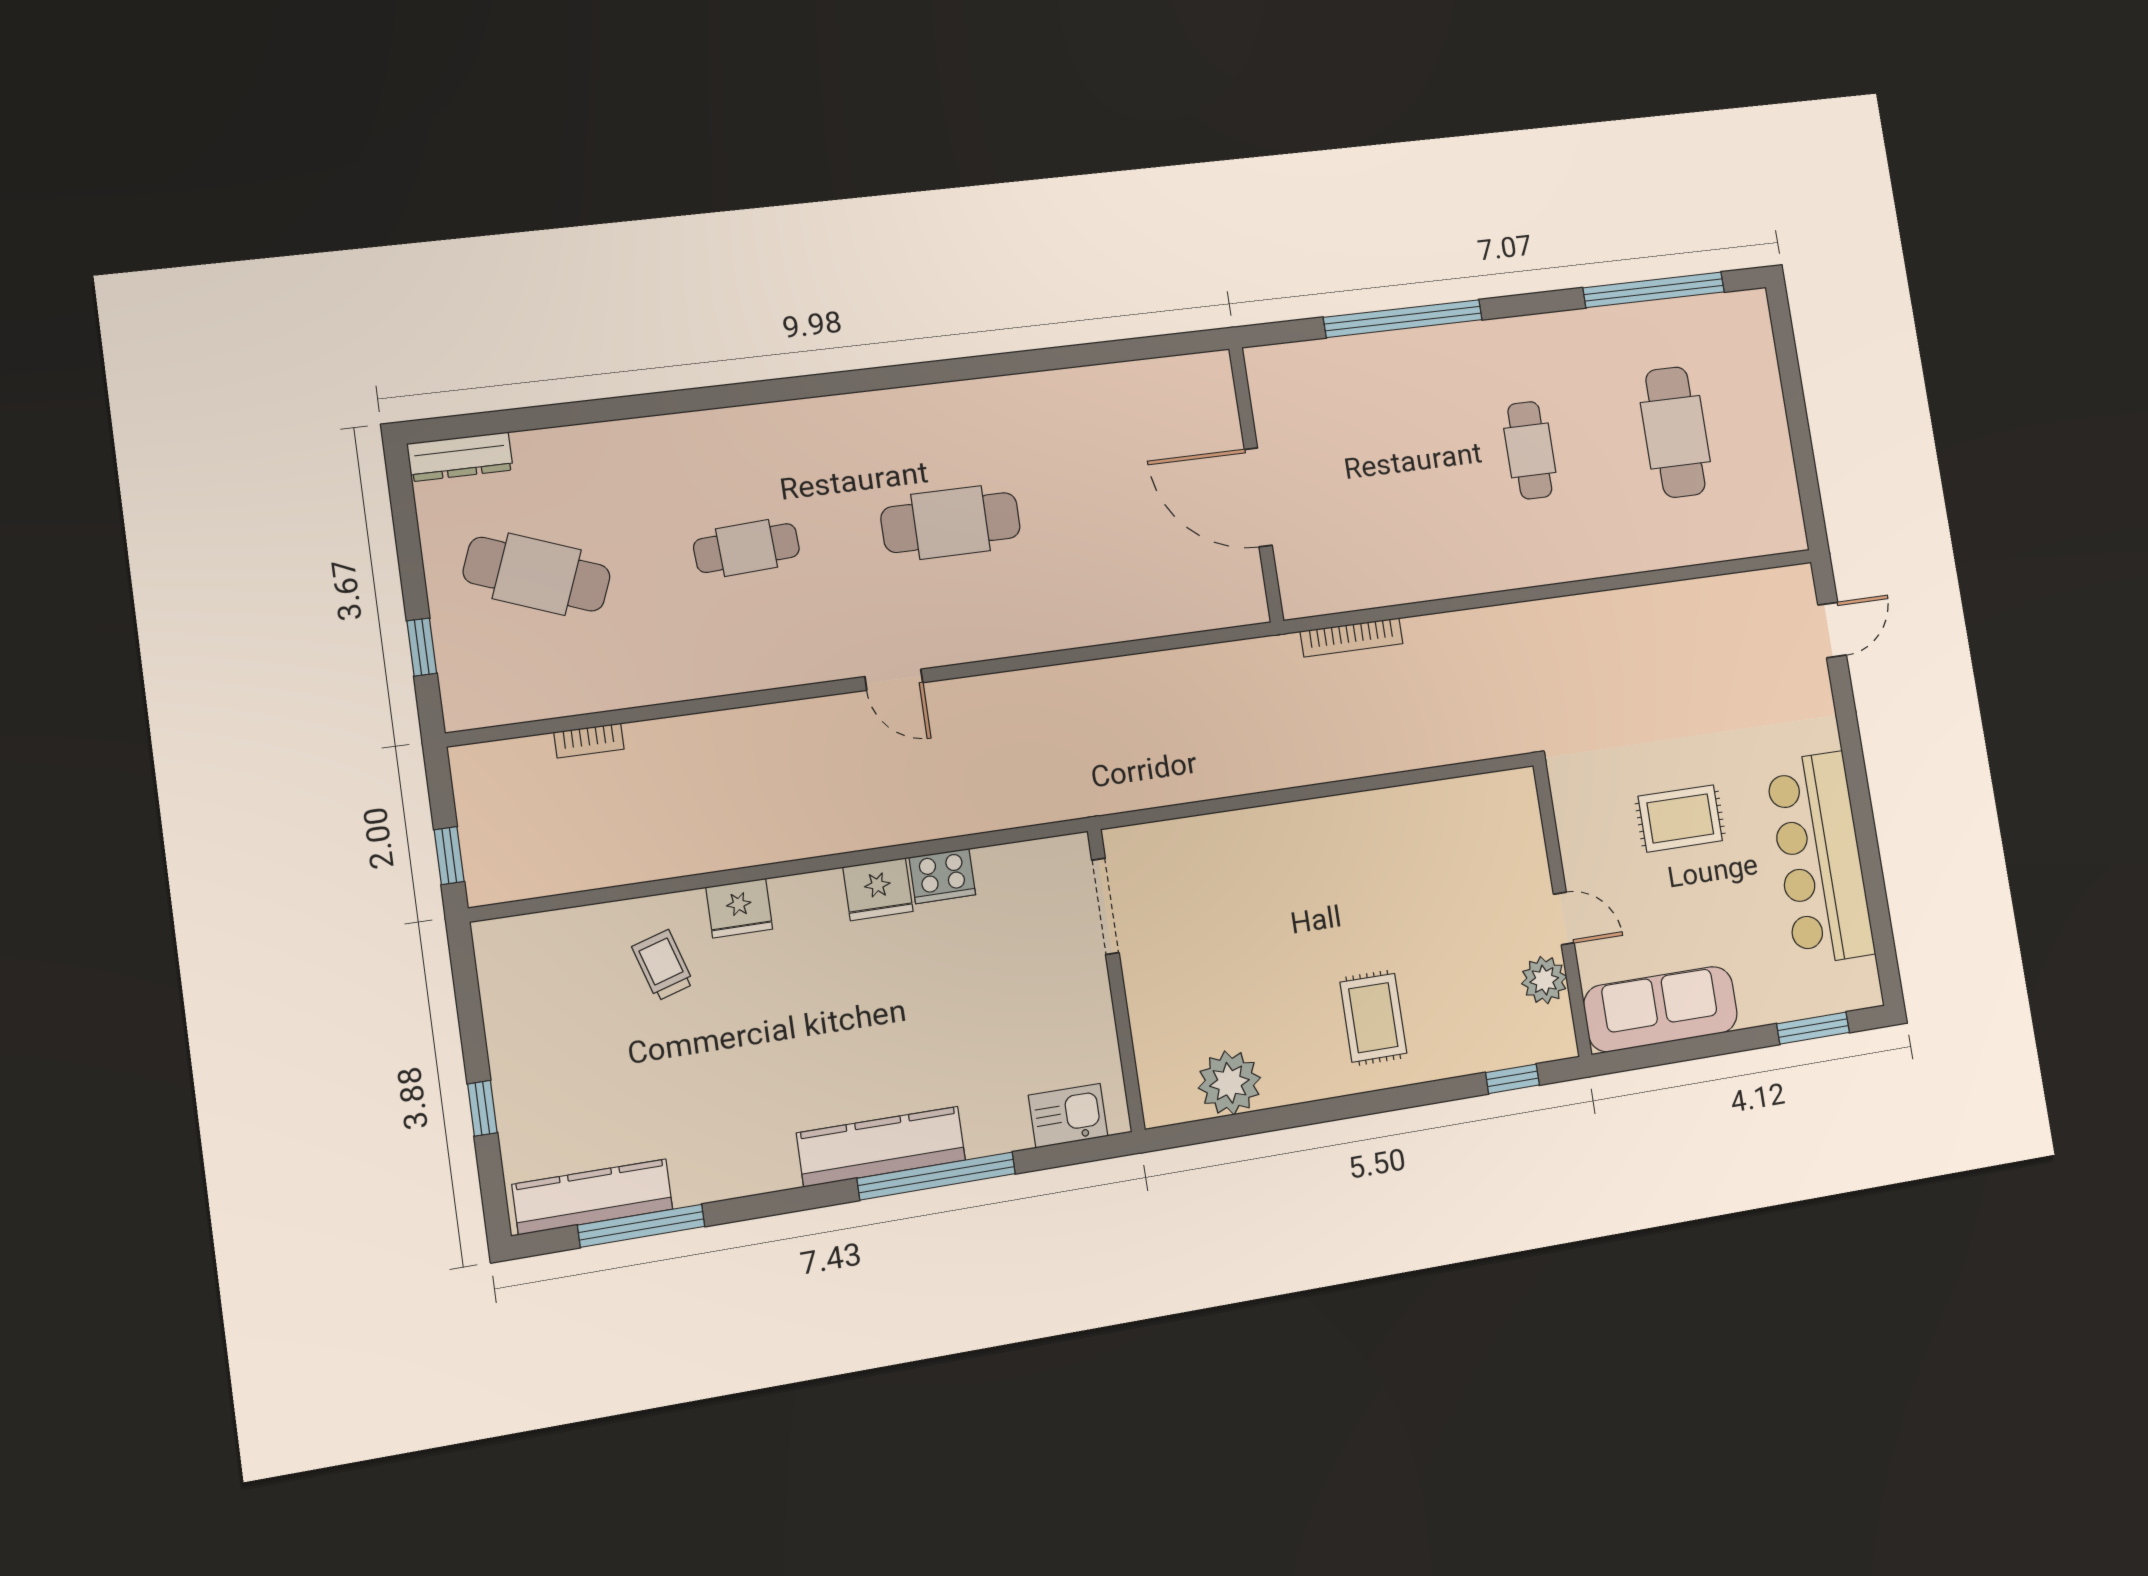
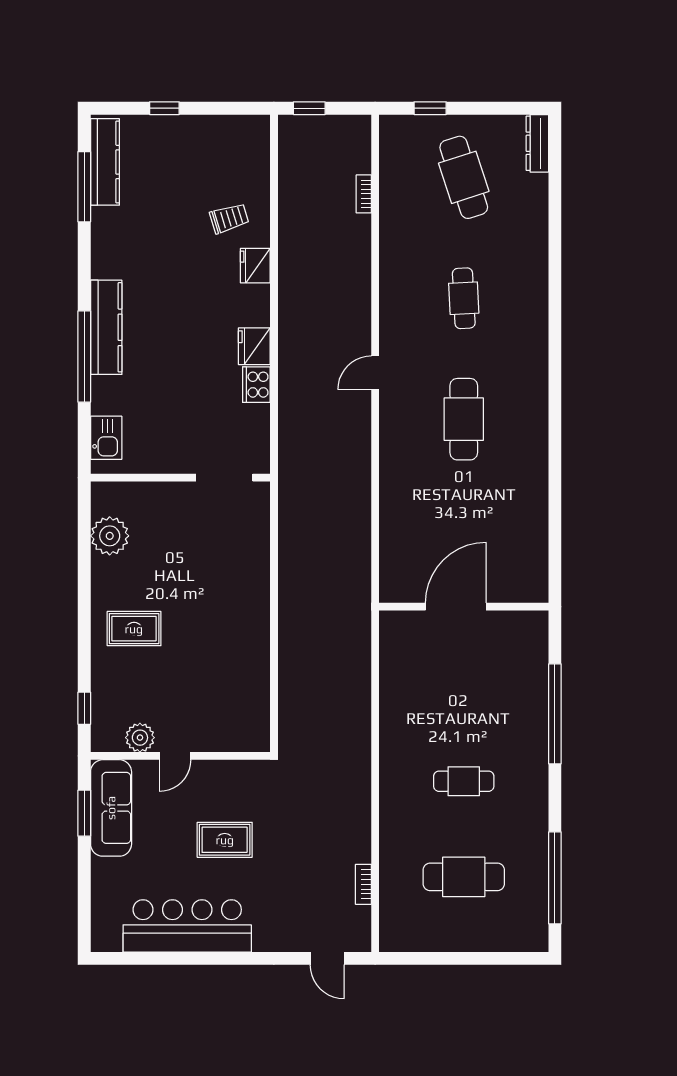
cafe table: (537, 574) -> (464, 177), turned -39
bookcase: (1352, 637) -> (363, 884), moved, width x0.64
rug: (1680, 818) -> (225, 840), turned 90
window: (1813, 1028) -> (84, 813), moved

